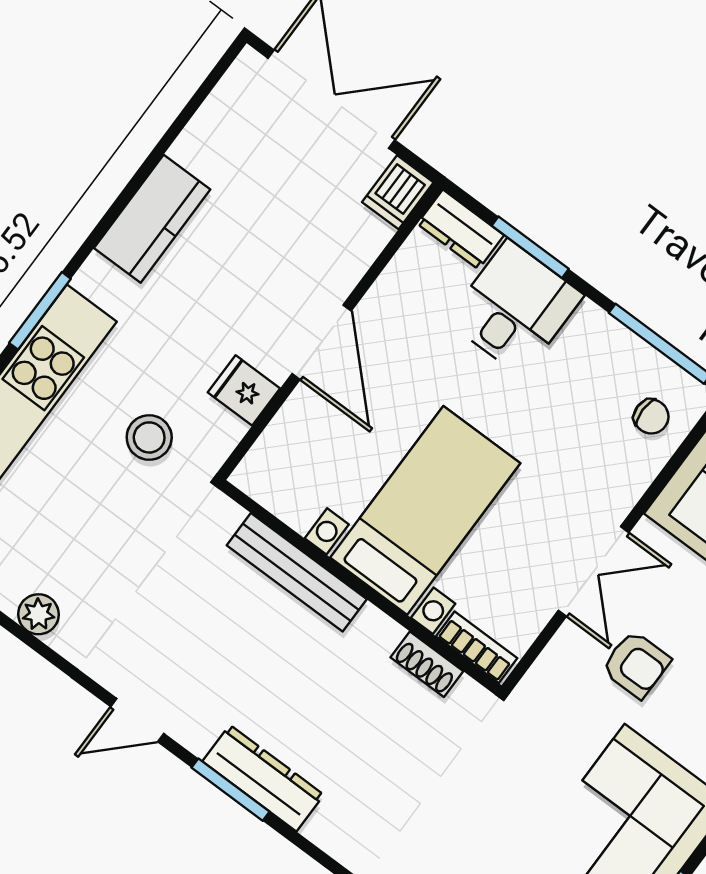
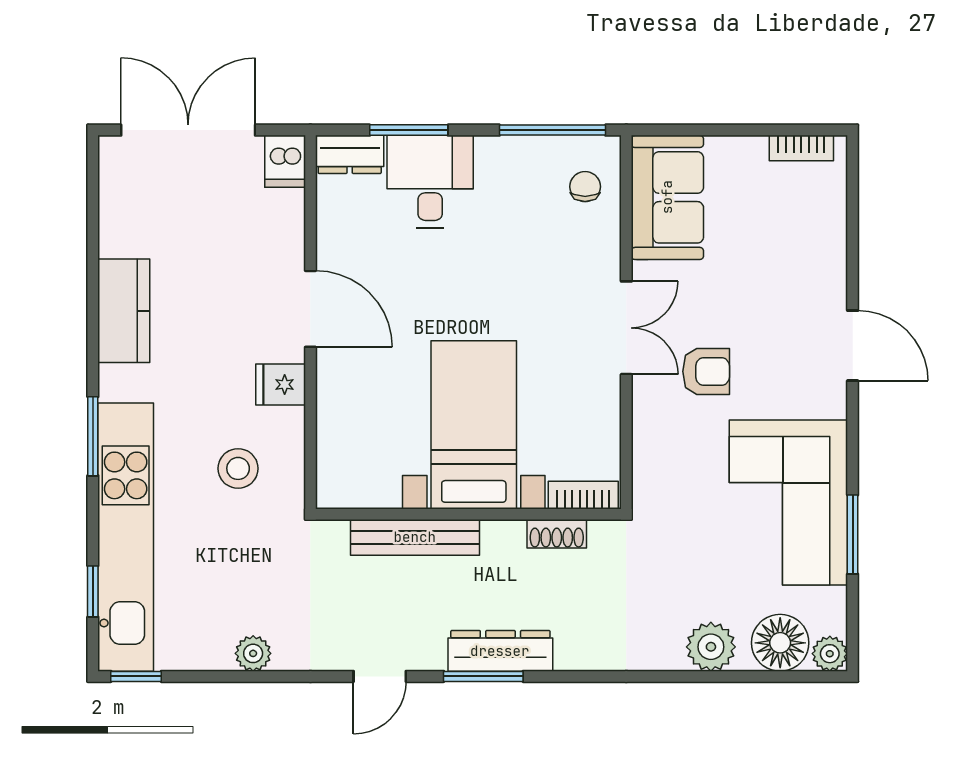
chair: (651, 417) -> (585, 187), turned -90
bed with nightstands: (425, 510) -> (474, 425), moved
bench: (297, 572) -> (415, 537), moved
wall: (360, 587) -> (468, 514), moved
bookcase: (477, 647) -> (583, 495), moved
shoe rack: (427, 664) -> (557, 534), moved

